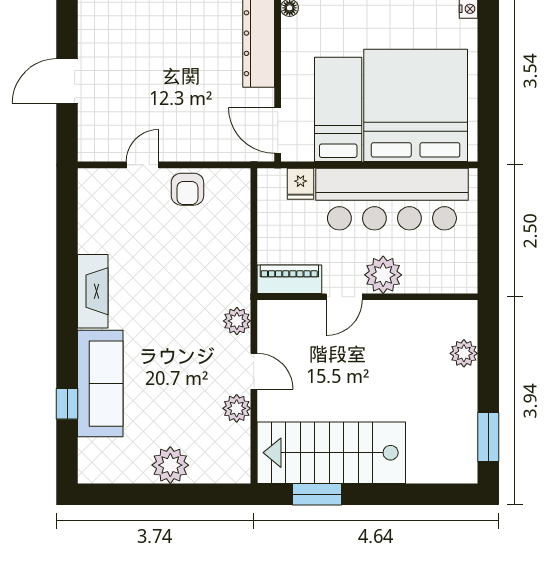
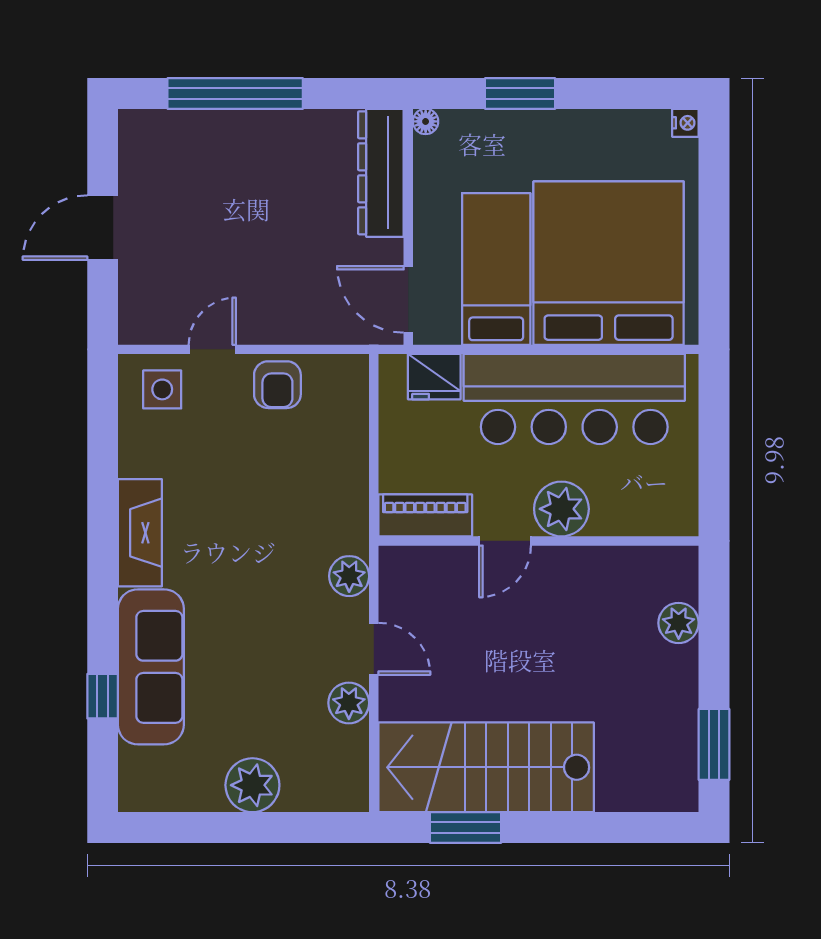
fridge: (301, 184) -> (434, 377), width x1.38
side table: (108, 192) -> (162, 389), added

